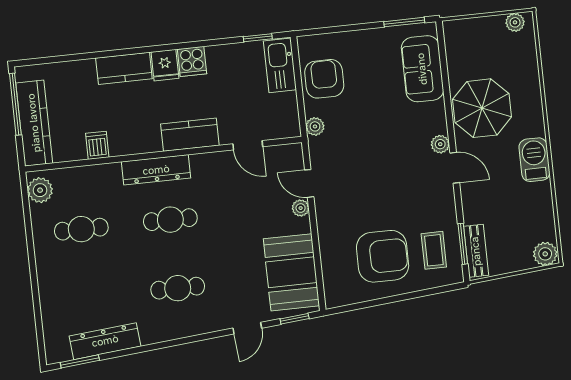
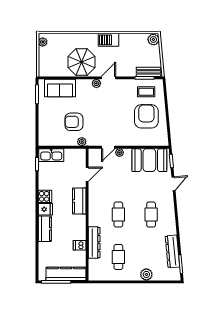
armchair: (324, 79) -> (74, 122), moved
dresser: (156, 170) -> (94, 243), moved
plant: (40, 190) -> (146, 274), moved
door: (247, 328) -> (173, 184), hinge flipped

